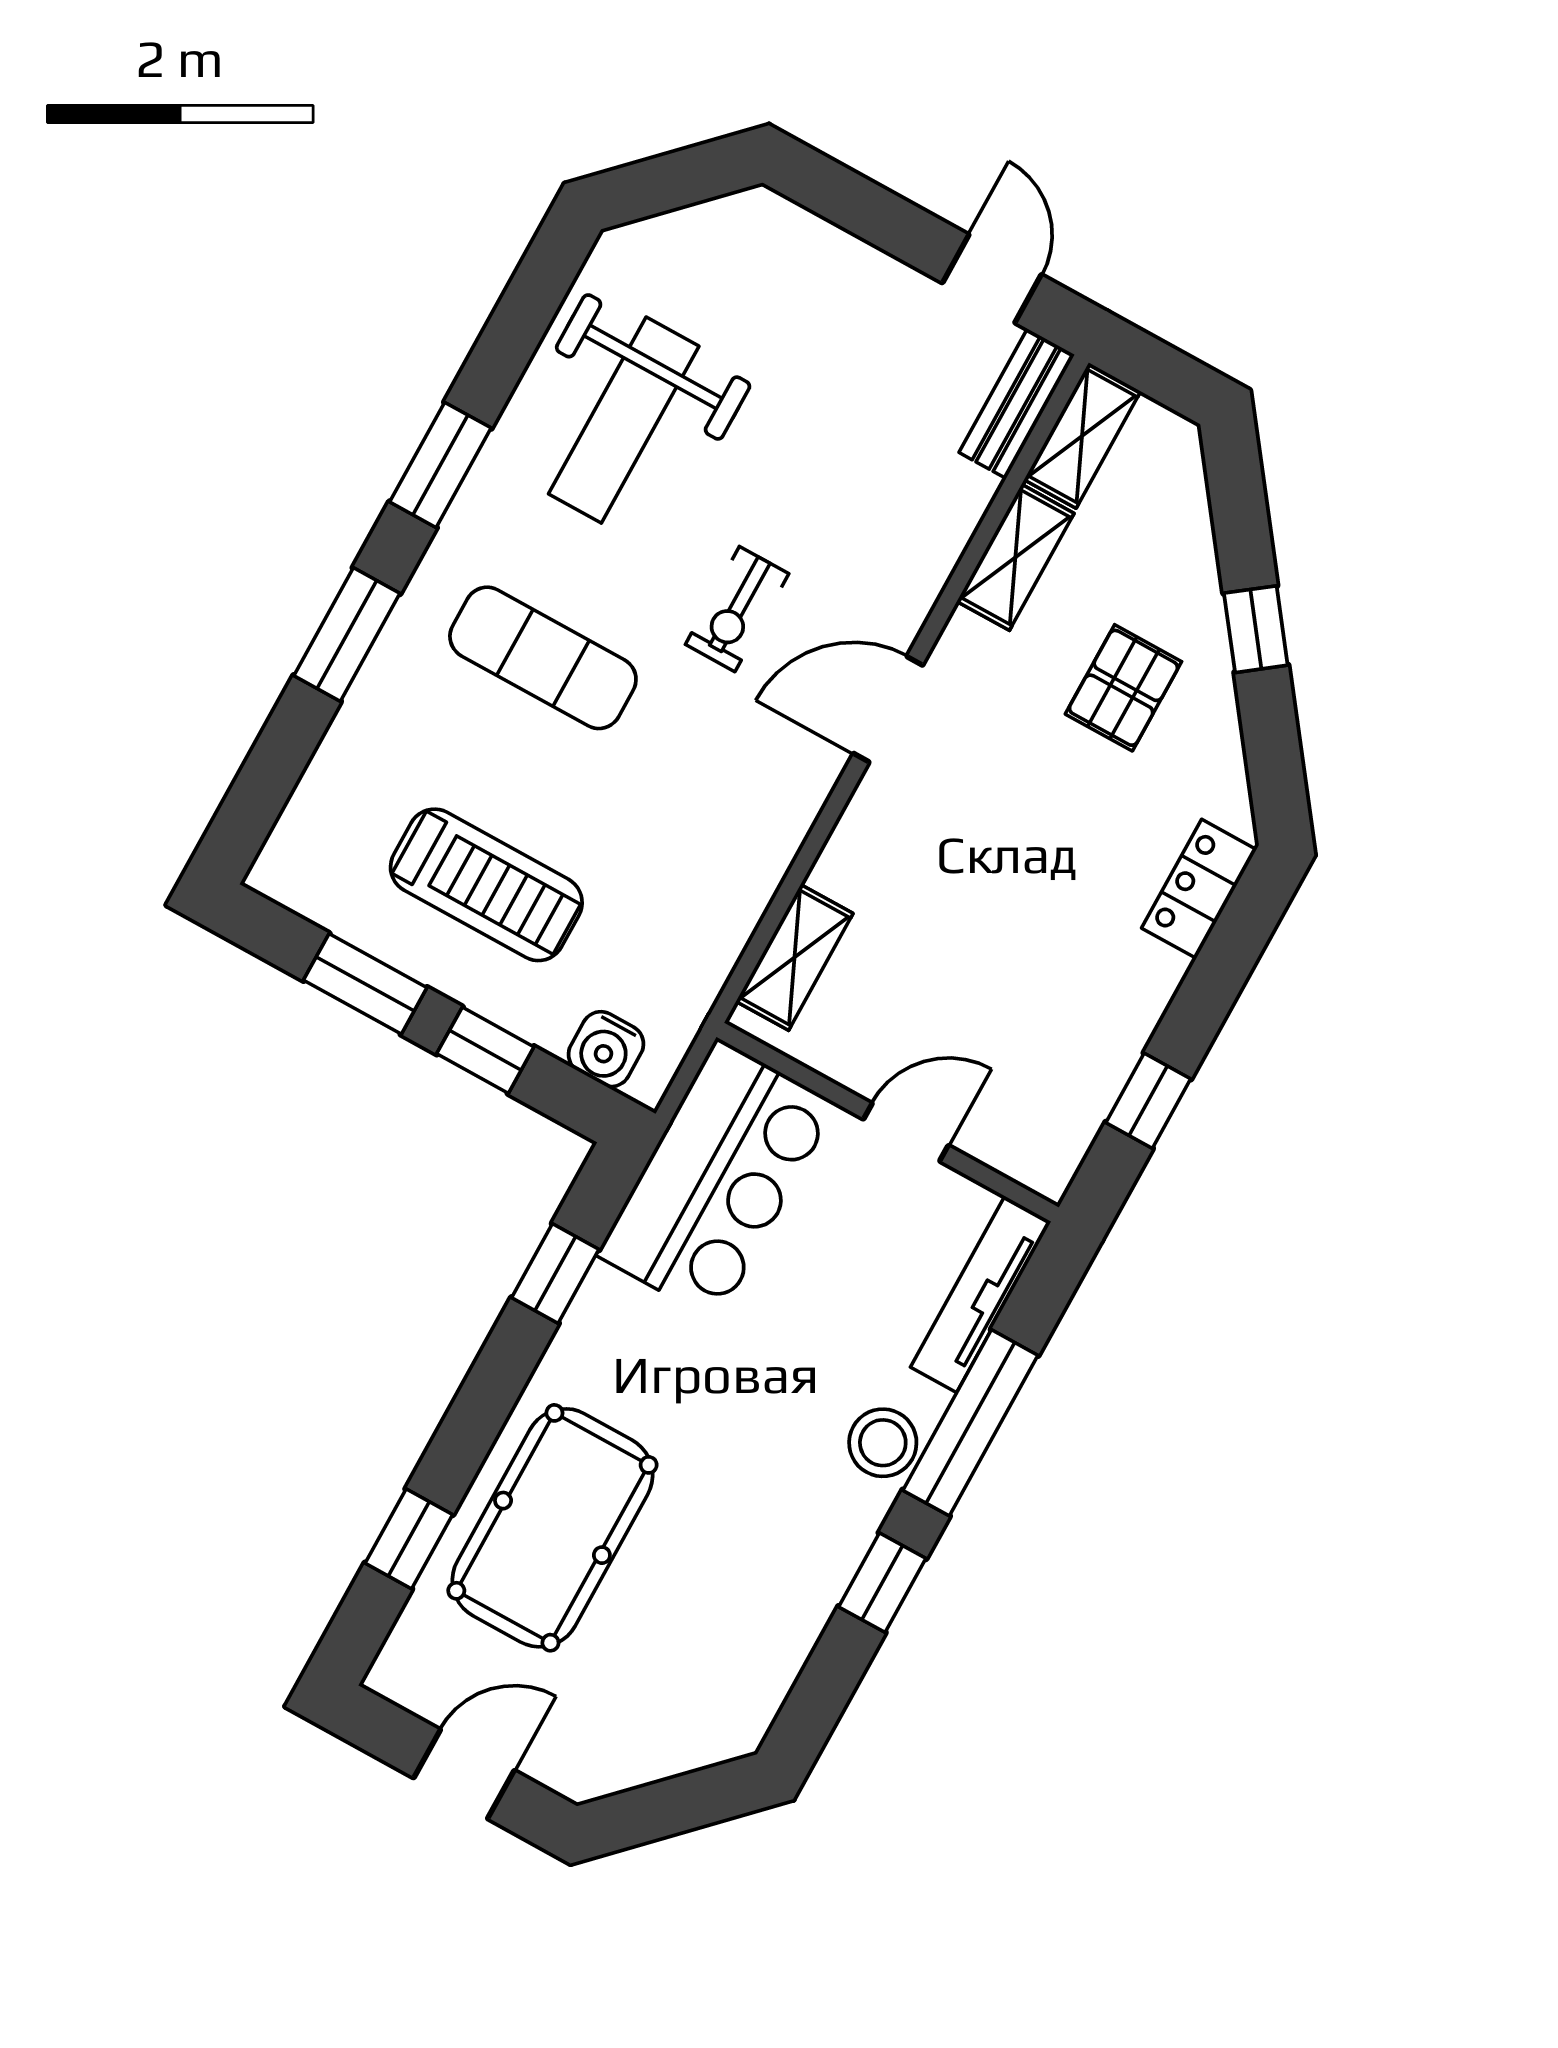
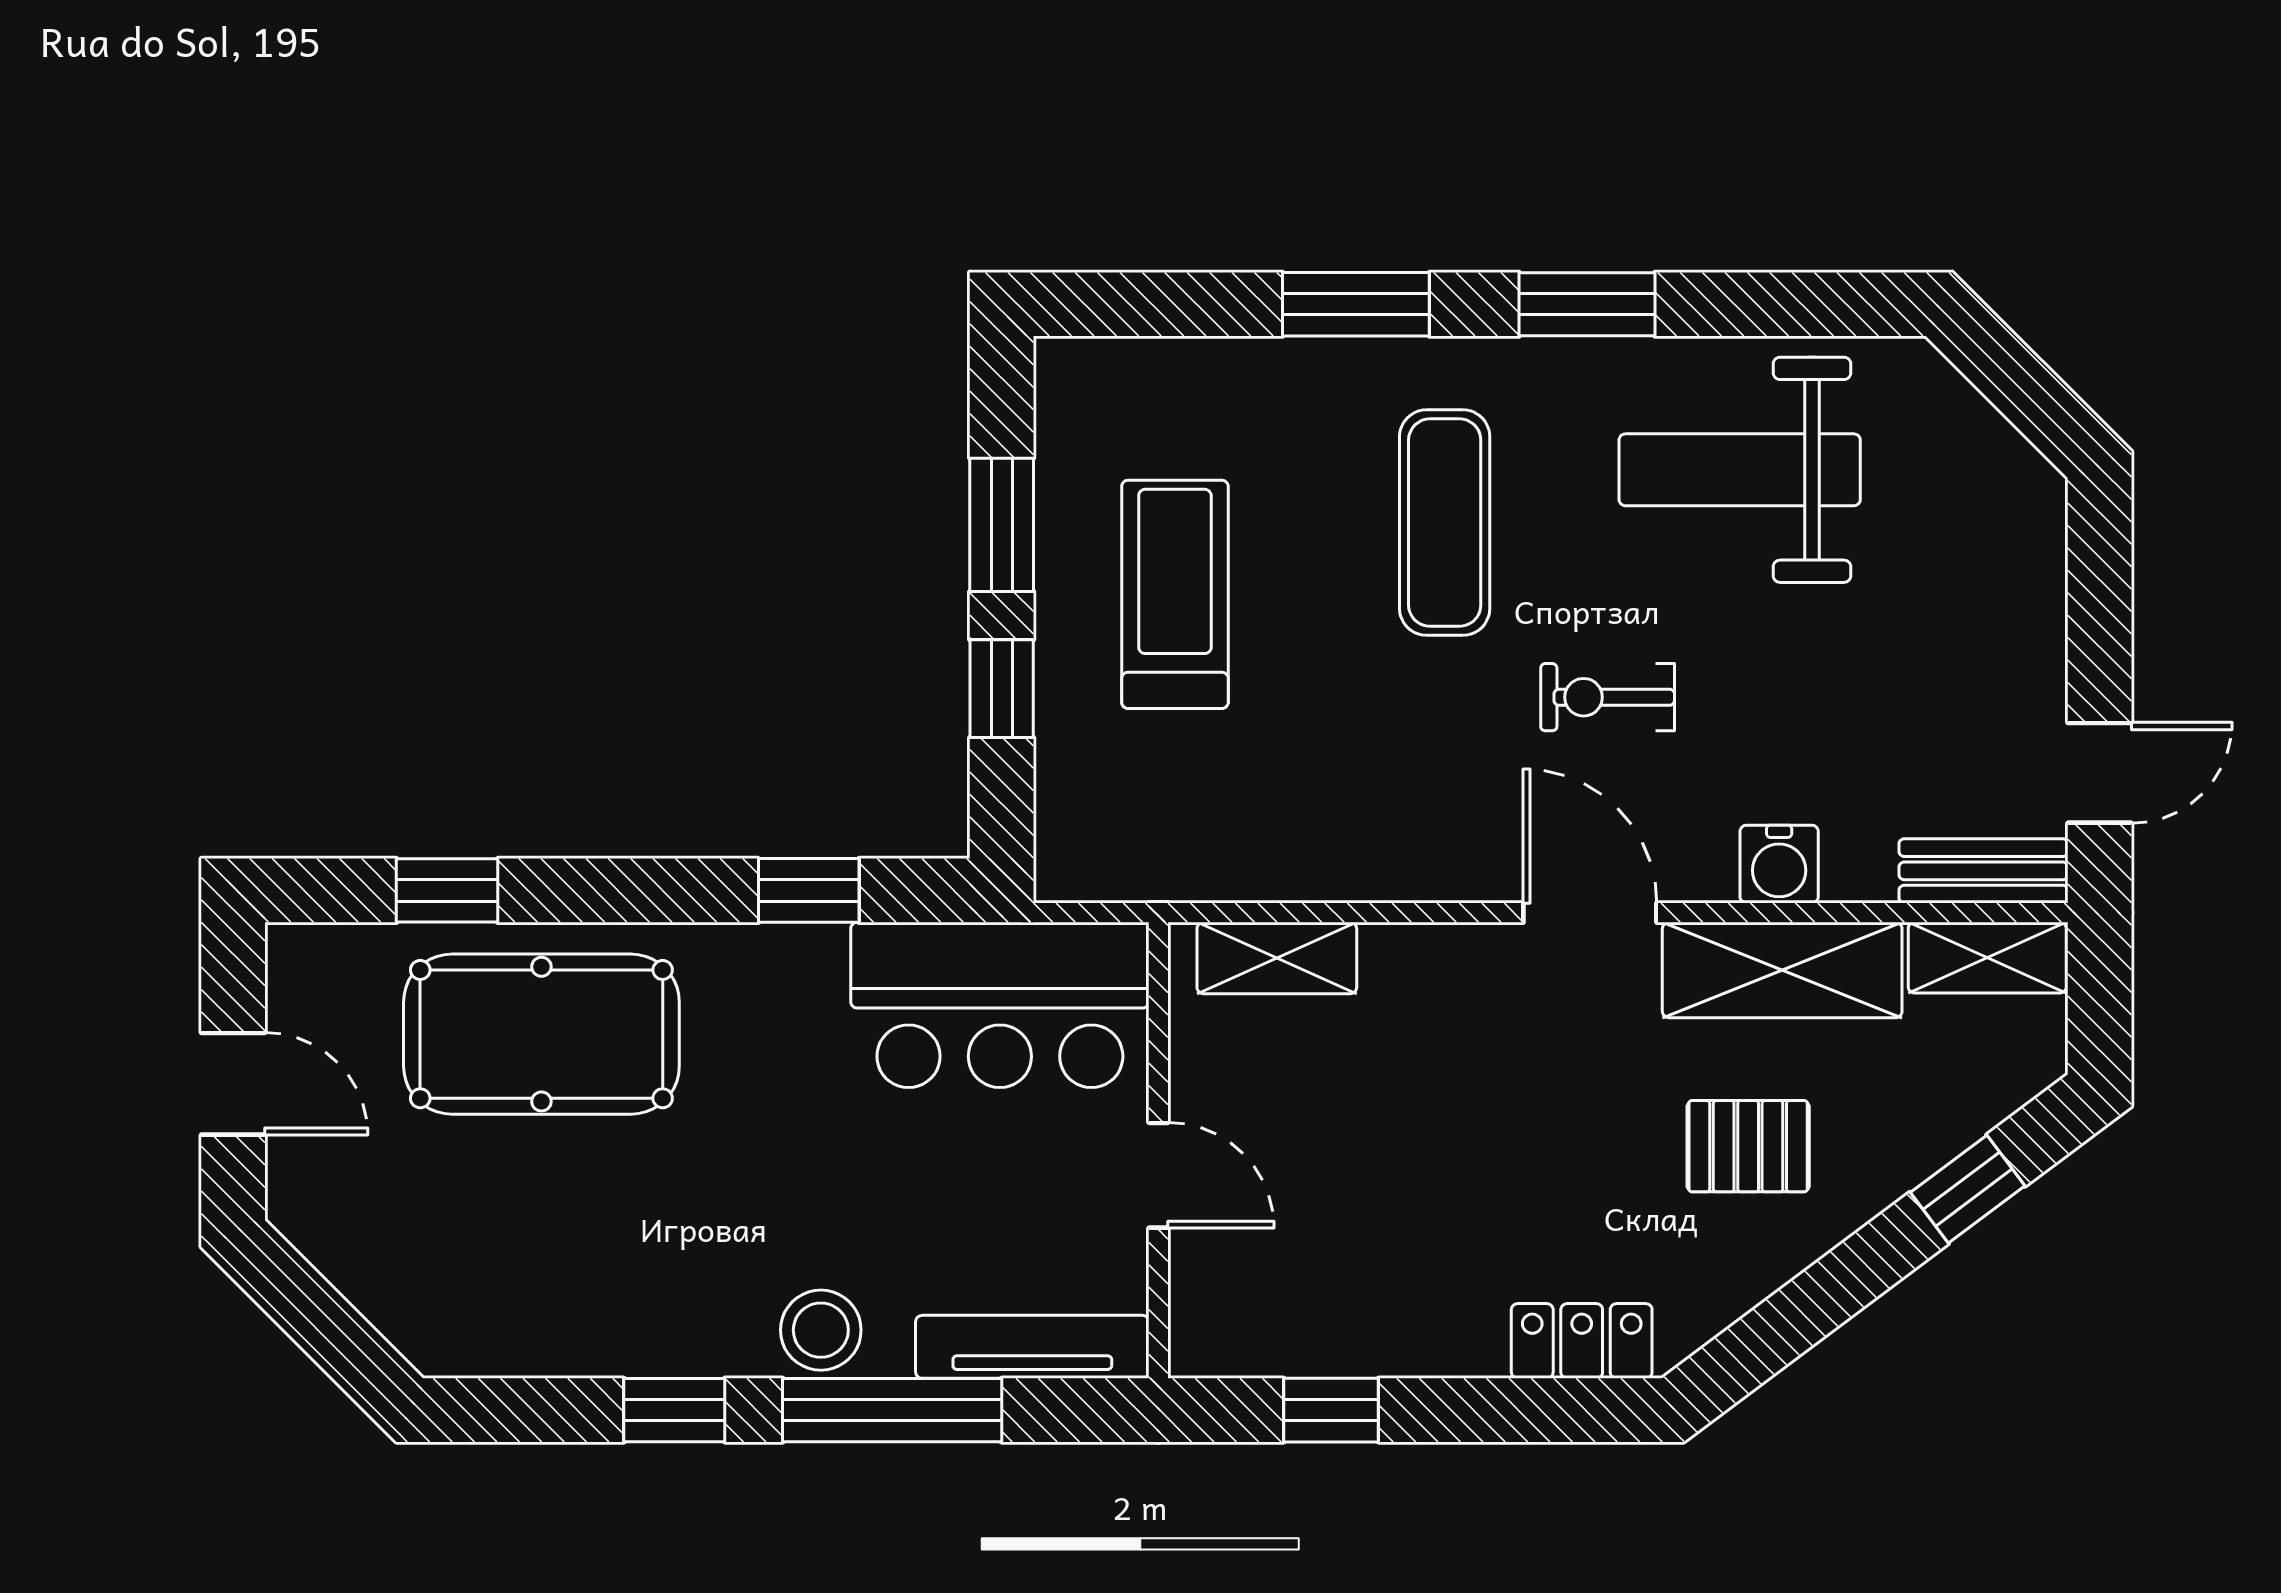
shelving: (1015, 557) -> (1782, 970), width x1.50, depth x1.33
window: (1256, 629) -> (1968, 1189), moved
treadmill: (486, 885) -> (1175, 594), turned 180
water cooler: (606, 1049) -> (1779, 864), moved, turned -90

